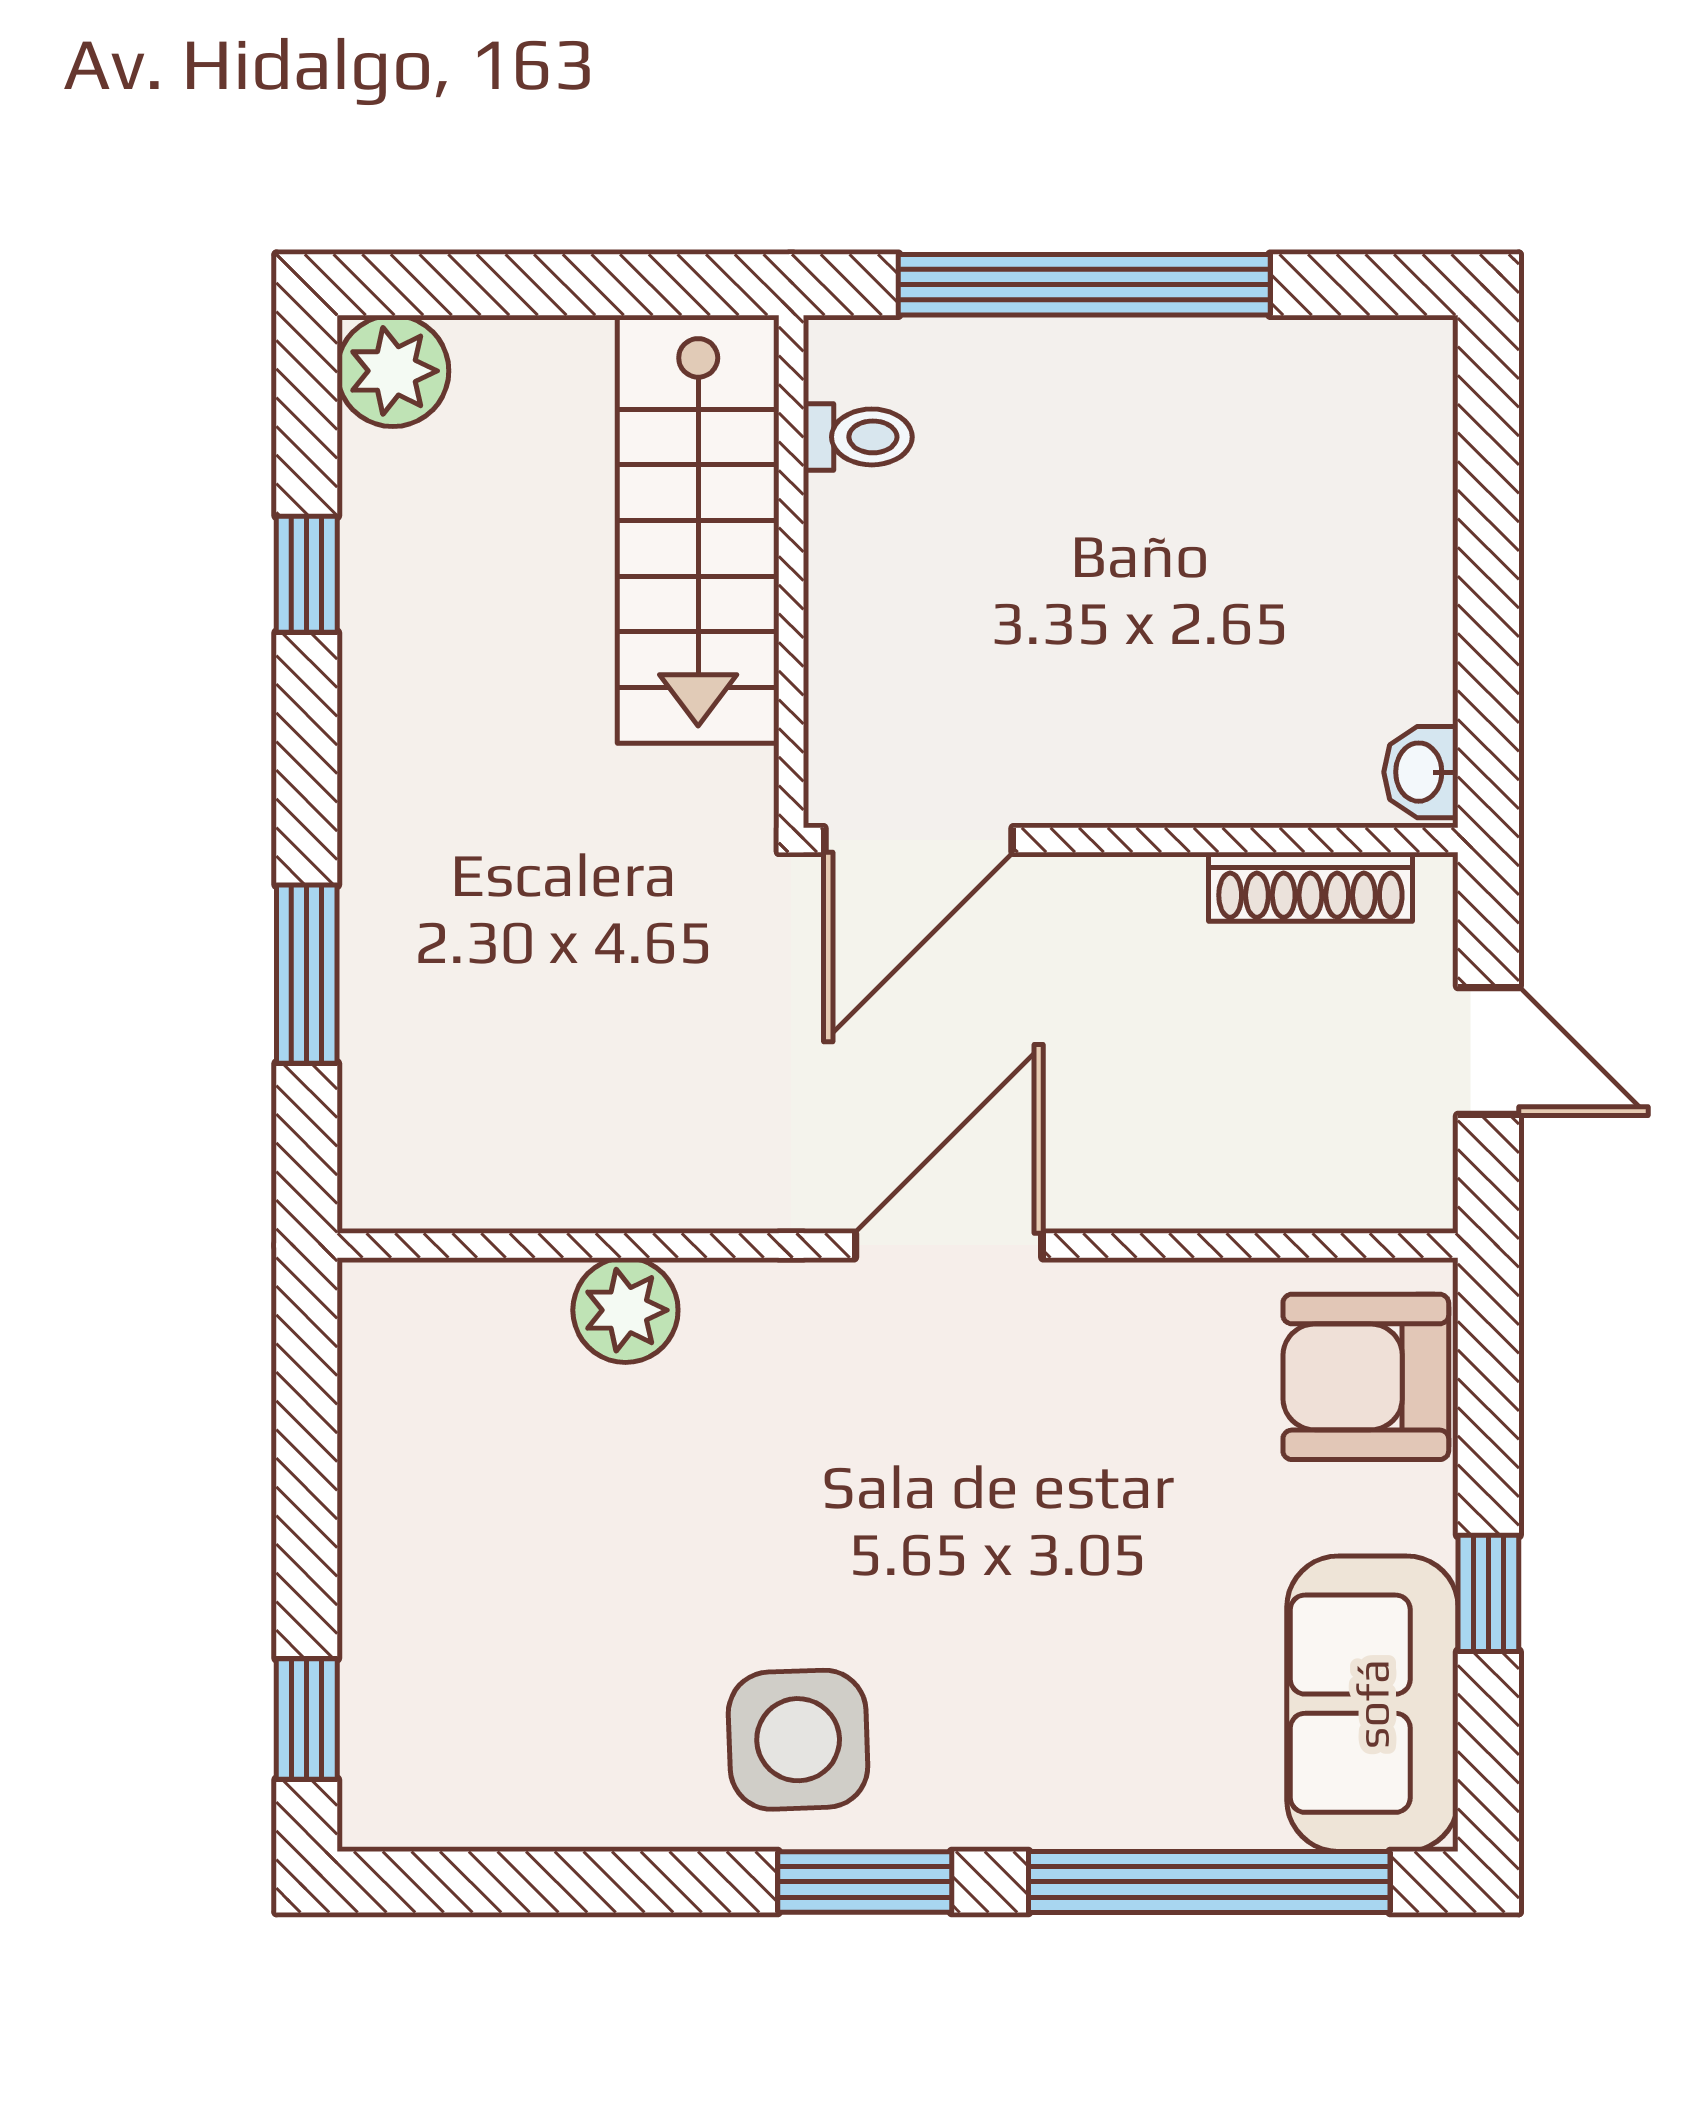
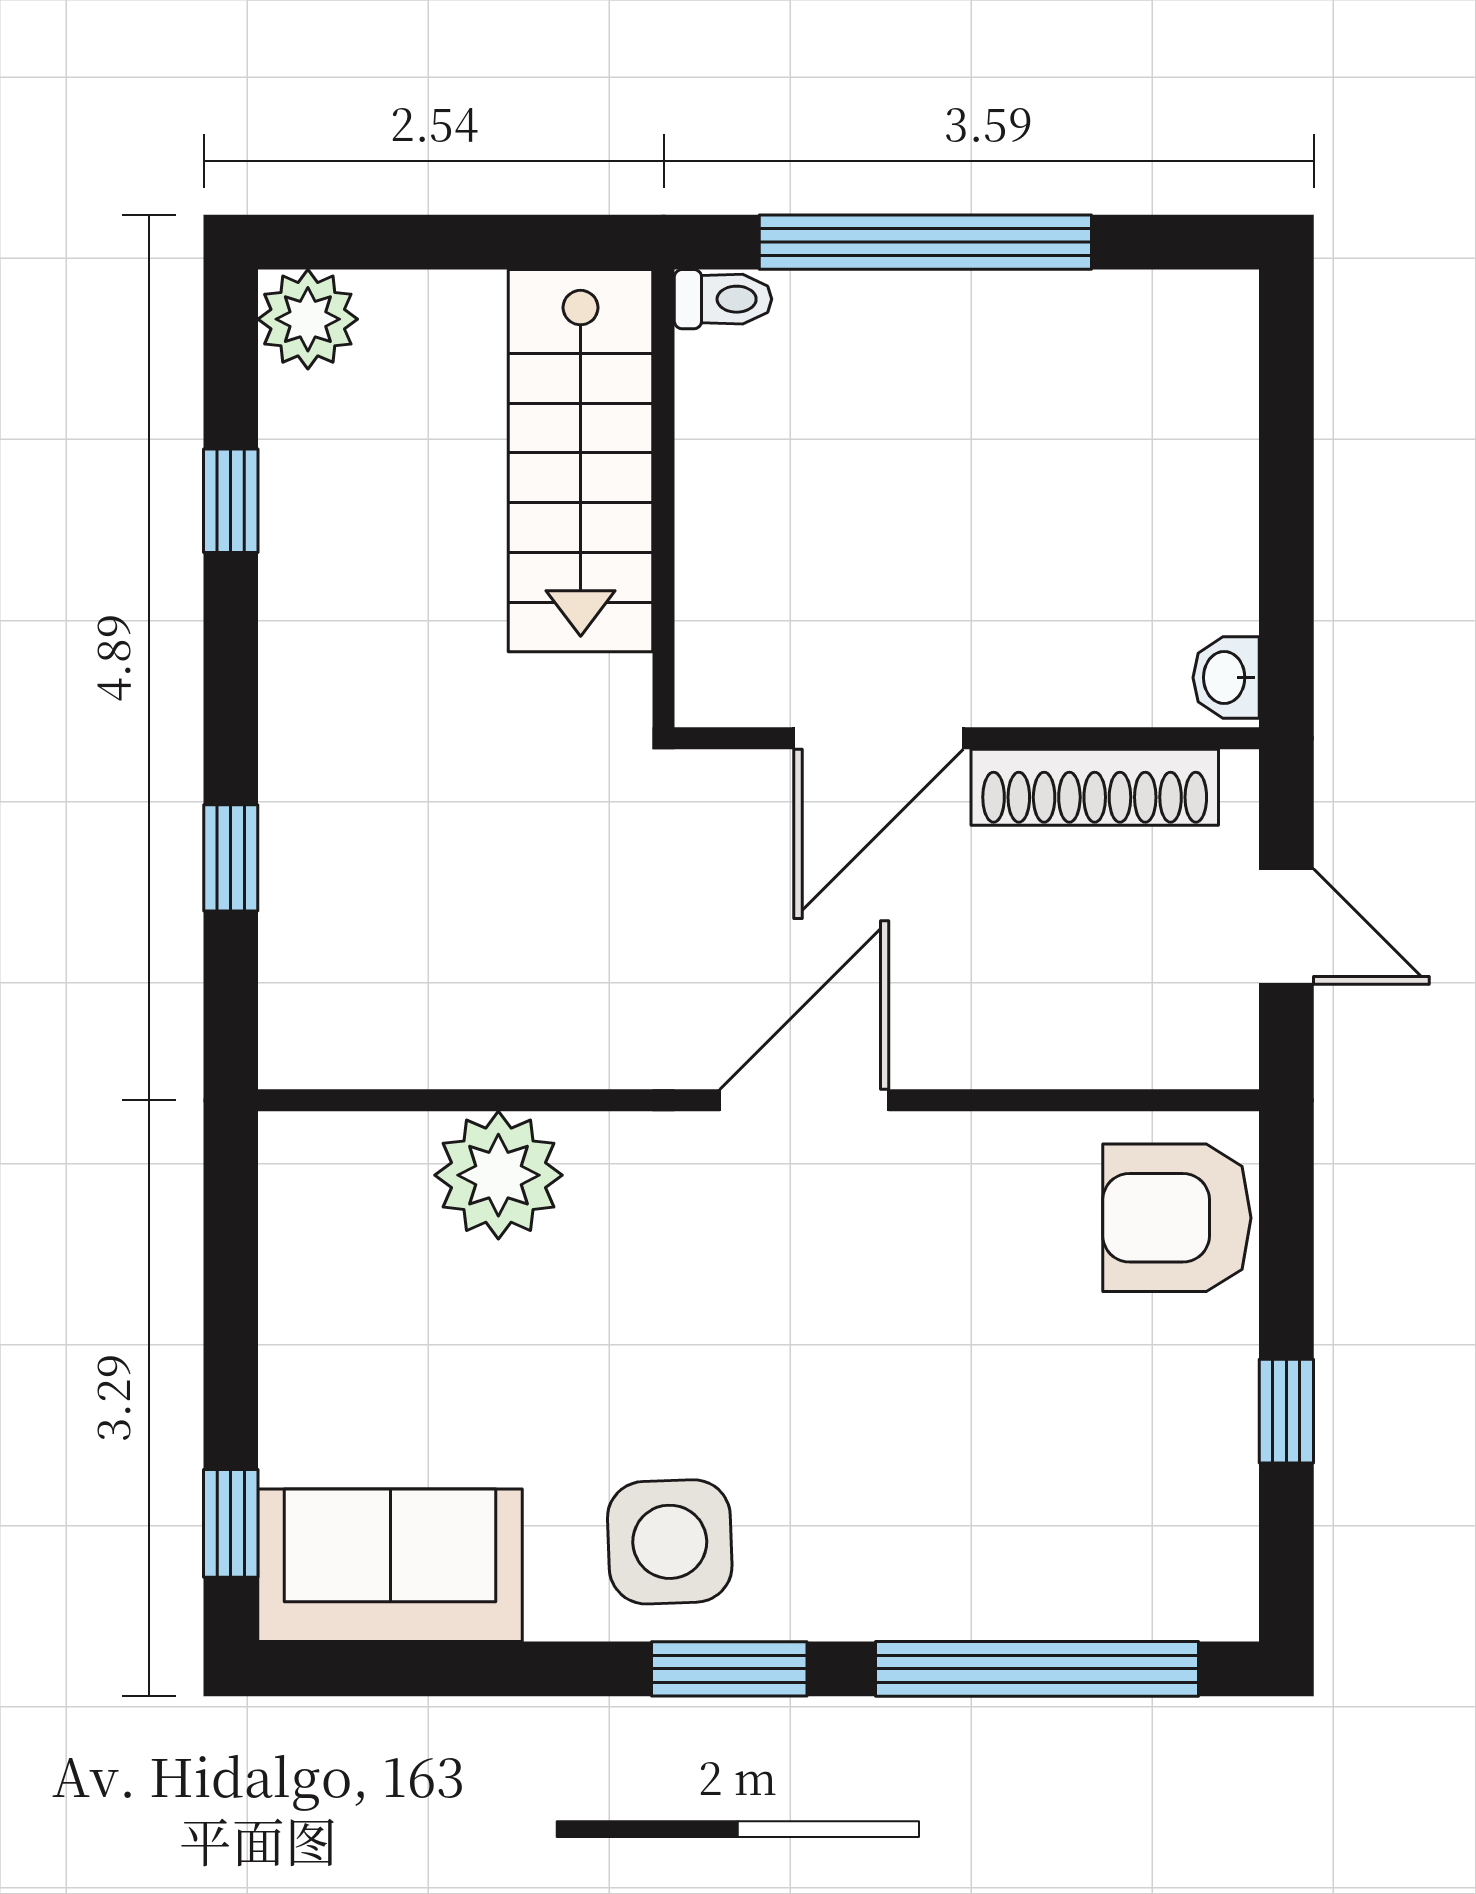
toilet: (858, 437) -> (723, 299), moved
door: (919, 840) -> (879, 738), moved
shoe rack: (1310, 887) -> (1095, 787), width x1.36, depth x1.24
window: (307, 974) -> (231, 858), width x0.67
plant: (625, 1310) -> (498, 1175), width x1.36, depth x1.36
sofa: (1372, 1704) -> (390, 1565), moved, turned 90

